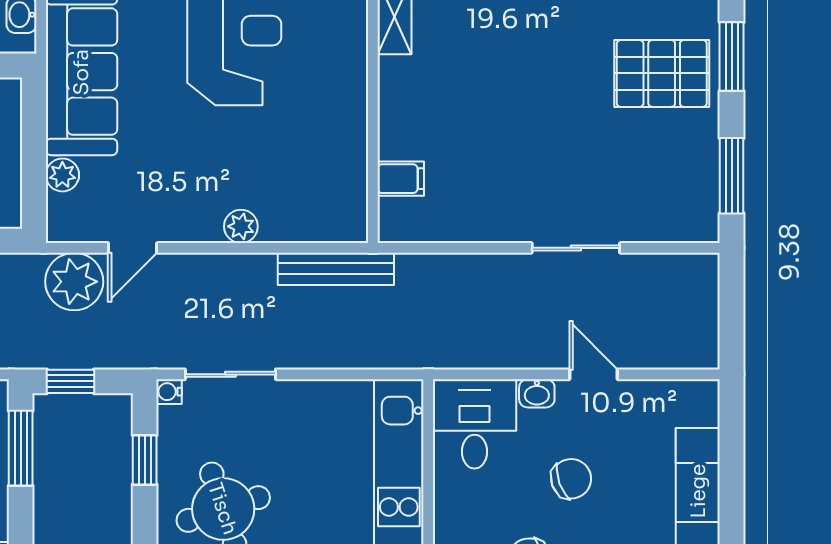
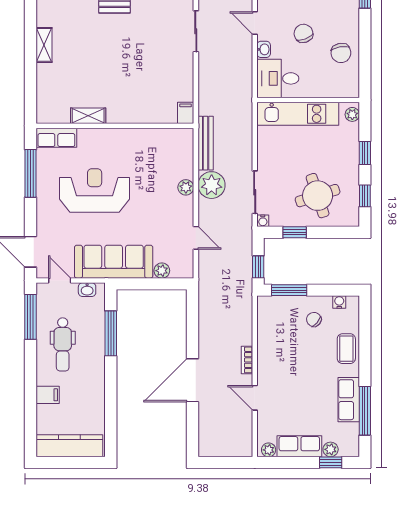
filing cabinet: (401, 179) -> (186, 113), moved
plant: (74, 282) -> (212, 185), moved
door: (594, 374) -> (255, 23), hinge flipped

